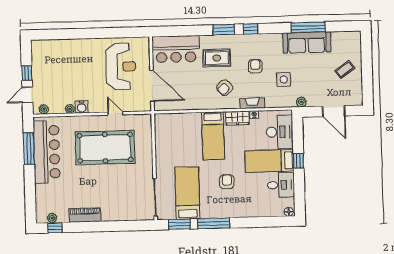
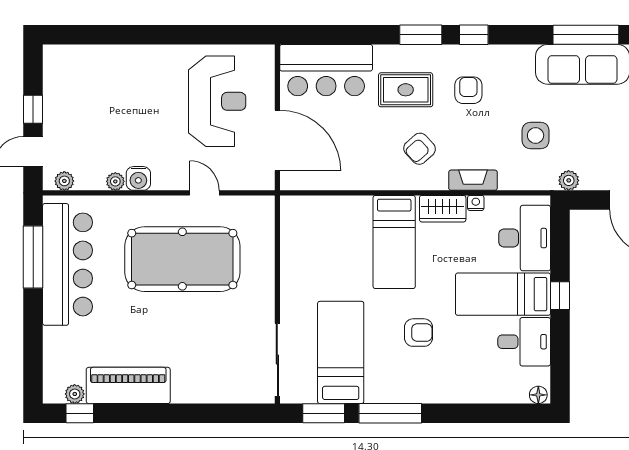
armchair: (255, 66) -> (468, 90), moved
armchair: (227, 182) -> (419, 333), turned 90
piano: (85, 215) -> (128, 385), width x1.37, depth x1.33

